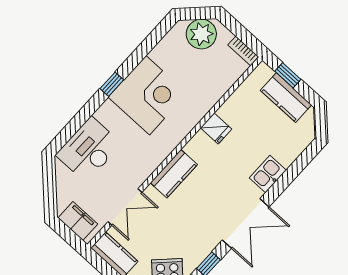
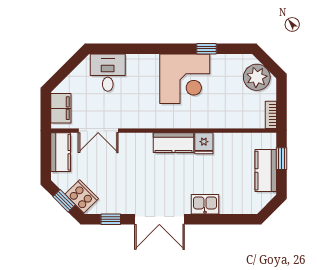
window: (112, 84) -> (206, 49), moved
desk: (89, 149) -> (108, 73), width x0.73
kitchen counter: (174, 174) -> (173, 143), moved

